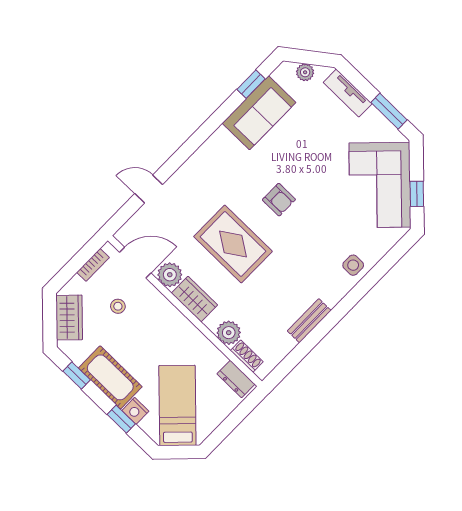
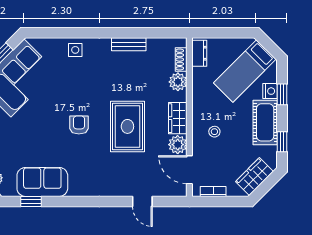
stool: (118, 306) -> (214, 132), moved

